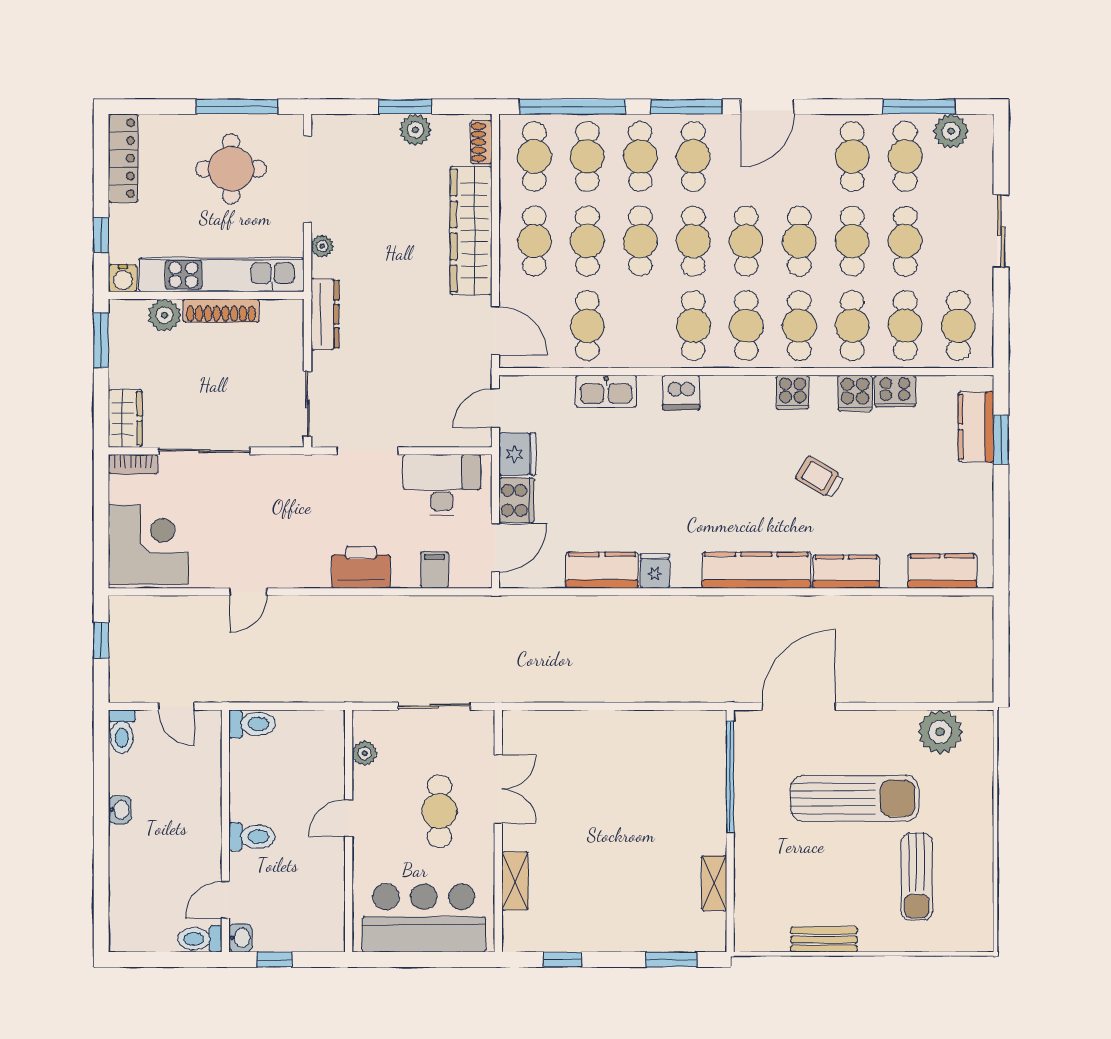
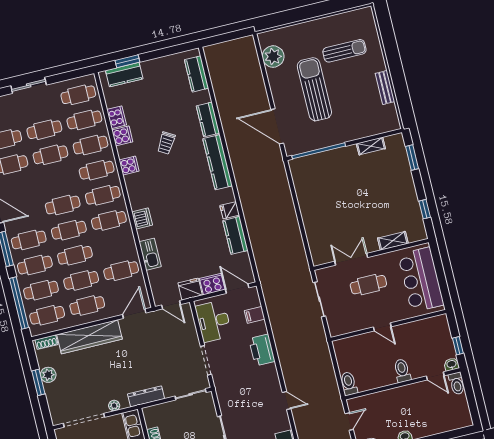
cafe table: (799, 241) -> (57, 180), removed
plant: (365, 753) -> (350, 327), removed

